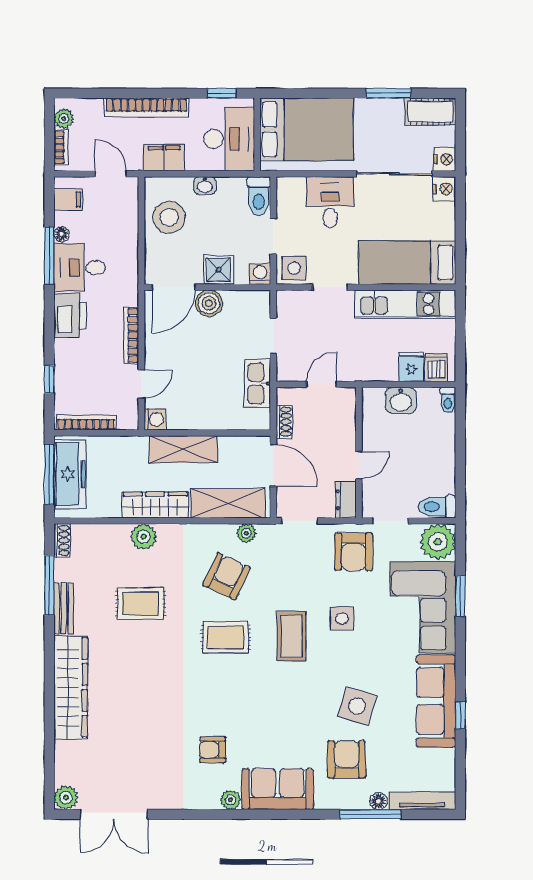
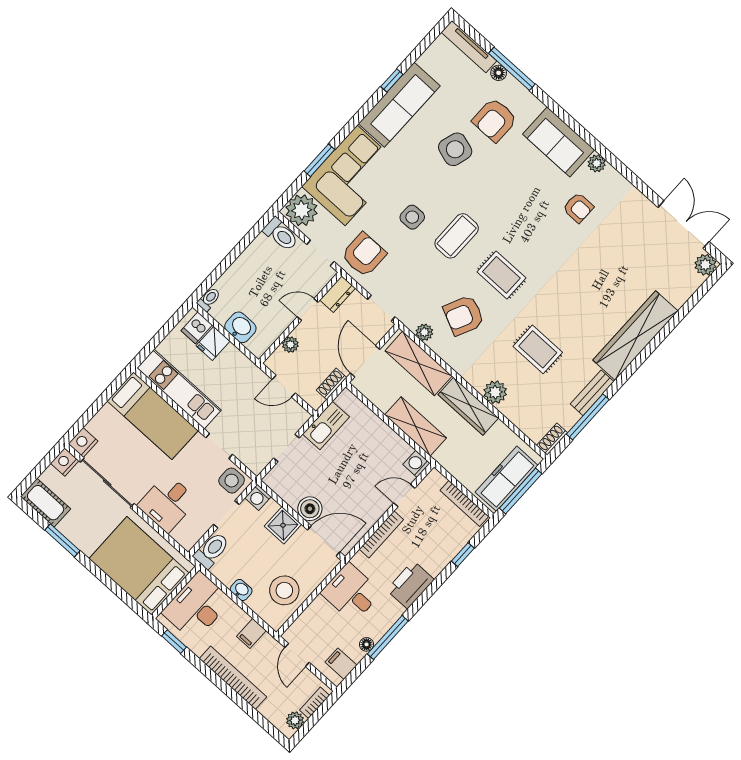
filing cabinet: (164, 157) -> (251, 633), width x0.50
desk: (80, 267) -> (351, 593), moved, turned 180
plant: (347, 423) -> (290, 345), added

